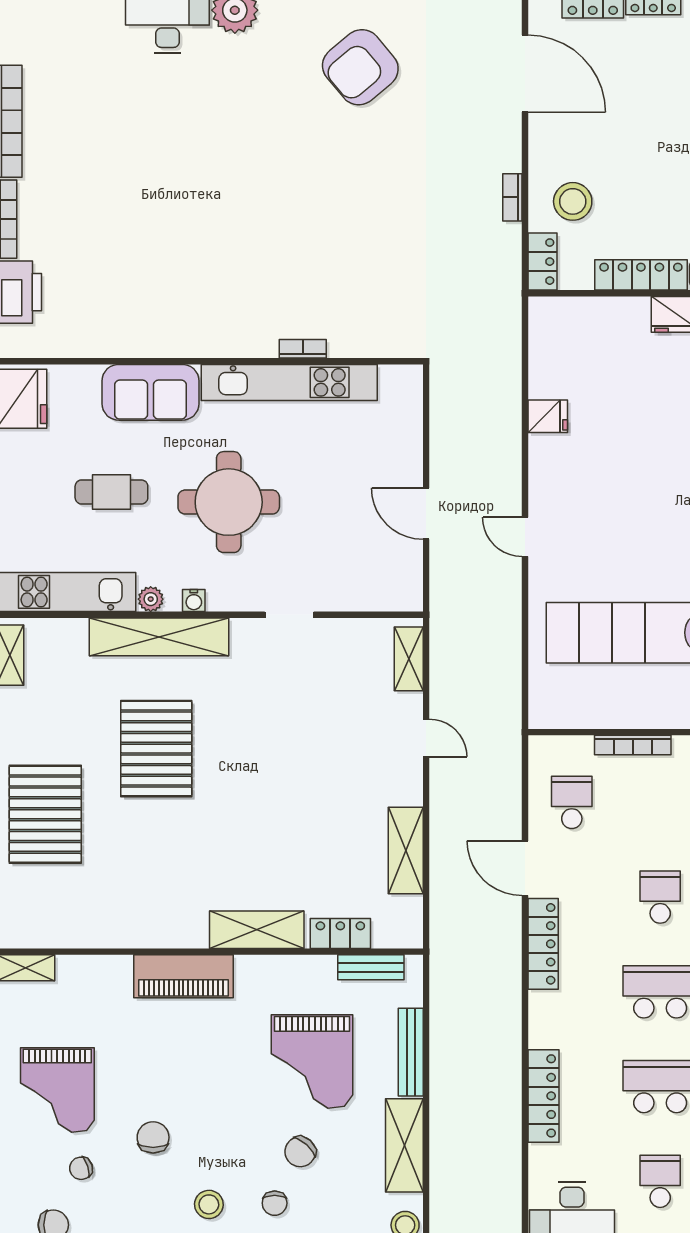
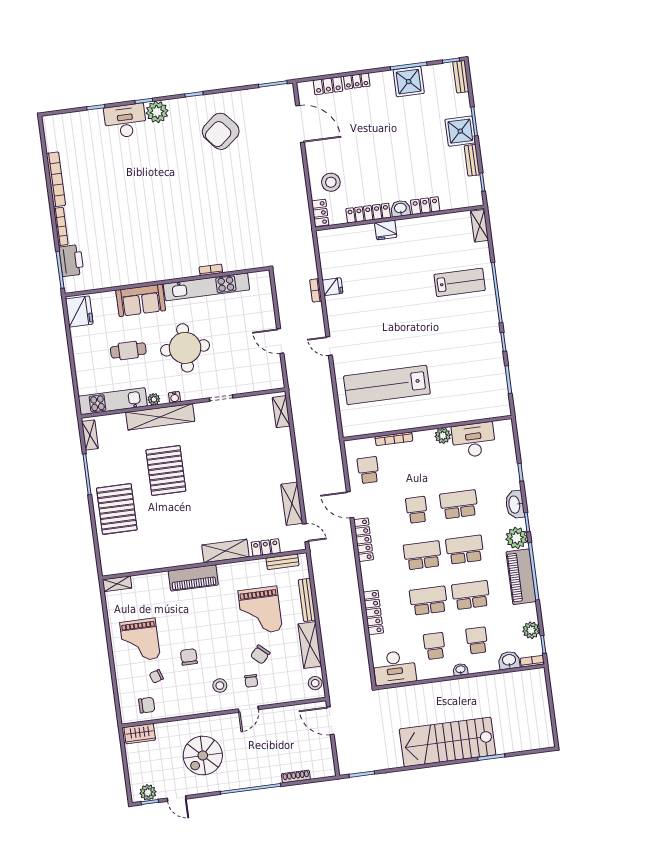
bookcase: (512, 197) -> (316, 290), moved
door: (426, 738) -> (306, 533), moved

